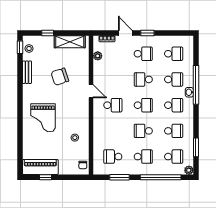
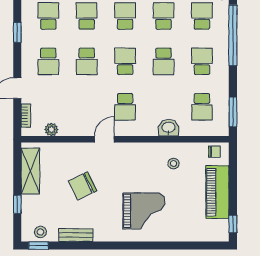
window: (147, 33) -> (17, 32), moved
school desk: (143, 54) -> (48, 61), turned 180
chair: (60, 77) -> (83, 186), turned 82
school desk: (113, 105) -> (125, 107), turned 180
washbasin: (99, 134) -> (169, 128), added
piano: (40, 167) -> (217, 192), moved
window: (45, 177) -> (233, 224), moved
window: (120, 177) -> (233, 112), moved

